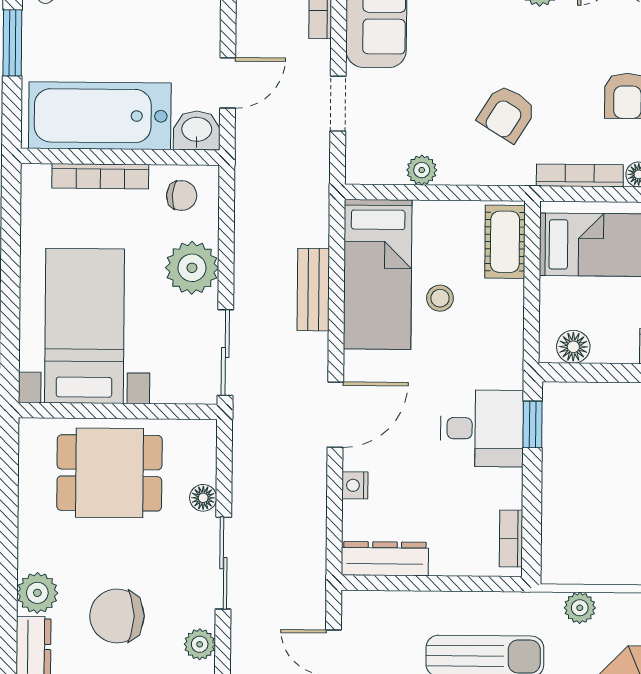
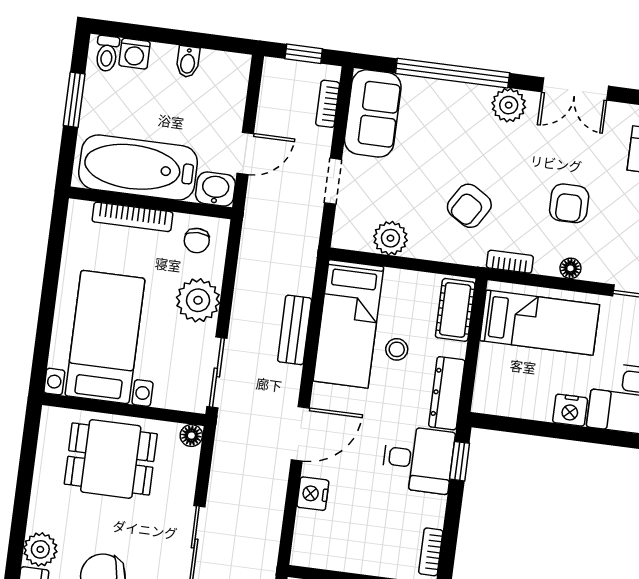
plant: (422, 170) -> (390, 238), width x1.38, depth x1.38
bookcase: (580, 175) -> (510, 262), width x0.64
chair: (182, 196) -> (197, 241), turned 86
floor lamp: (573, 347) -> (500, 402), removed
nightstand: (355, 485) -> (313, 494), width x1.39, depth x1.35
floor lamp: (203, 498) -> (191, 436), moved
dresser: (385, 559) -> (447, 393), moved, turned -90

